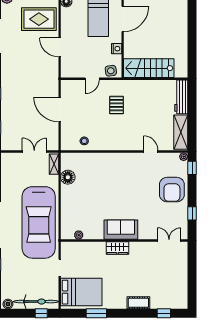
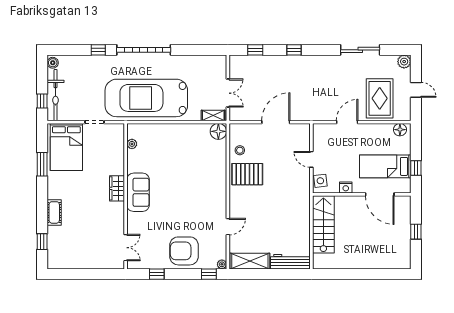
pallet: (116, 105) -> (247, 174), moved, width x1.50, depth x1.42
floor lamp: (68, 177) -> (218, 131), moved

